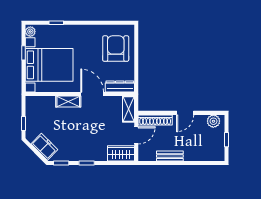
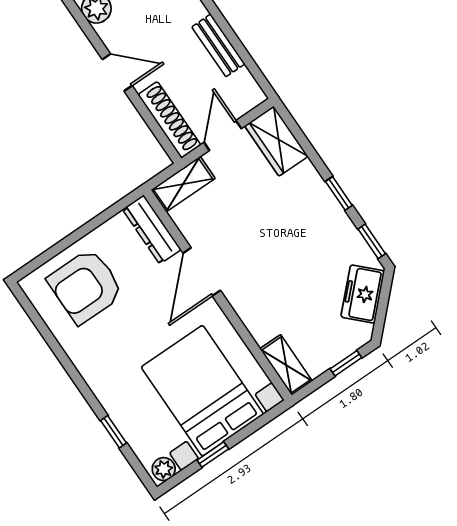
shelving: (68, 102) -> (286, 365), moved
door: (136, 135) -> (223, 135), hinge flipped

